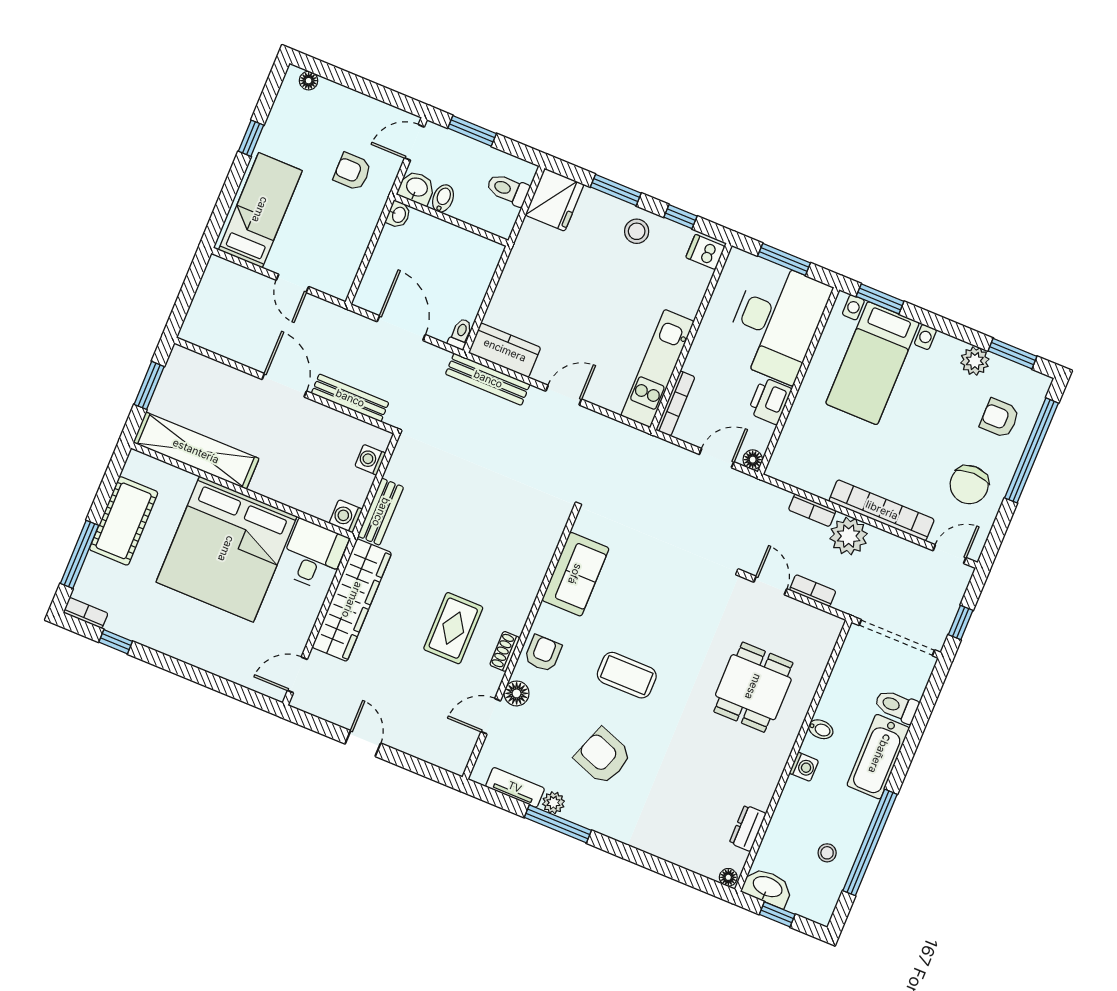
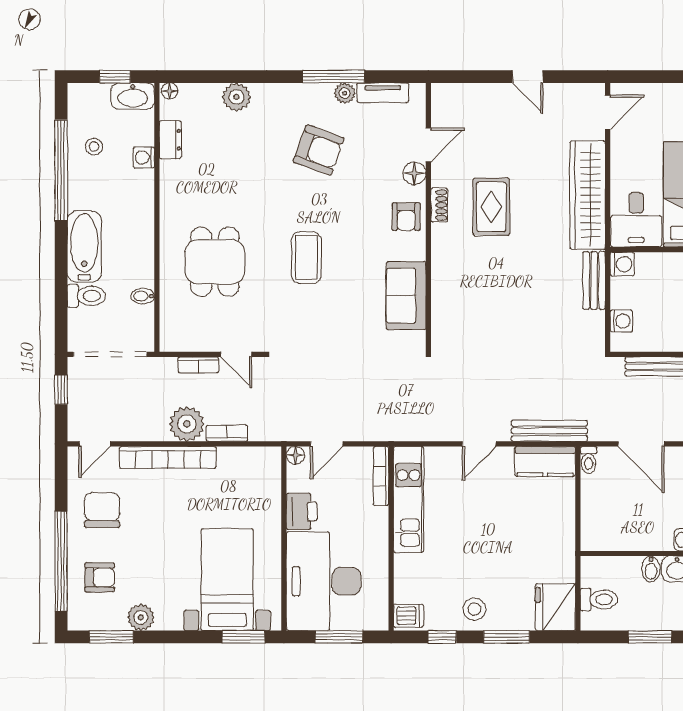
coffee table: (627, 675) -> (306, 258), moved, turned 90
bidet: (821, 729) -> (143, 296), moved
washing machine: (804, 767) -> (144, 157), moved
plant: (664, 844) -> (236, 97), added

